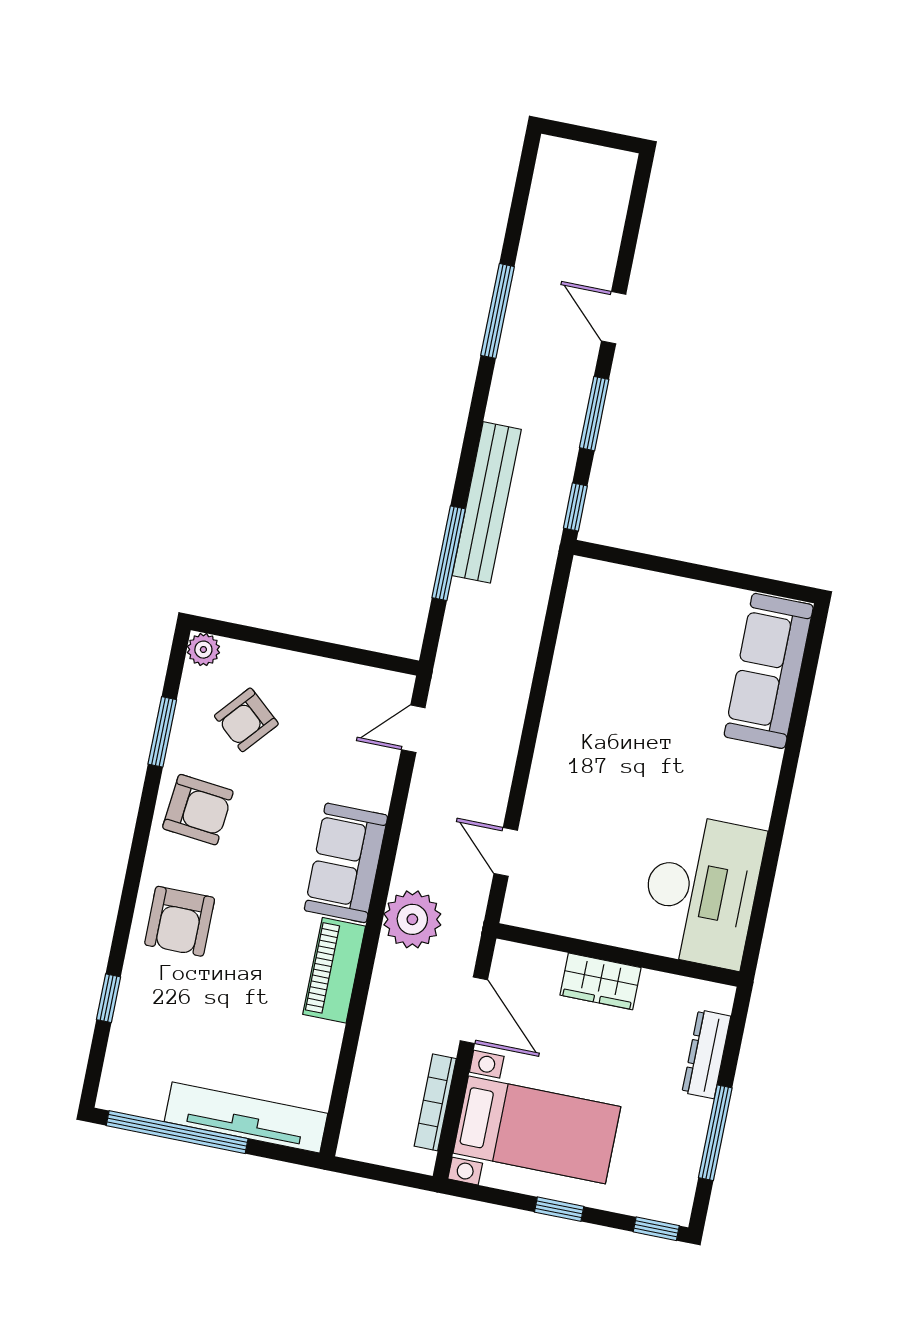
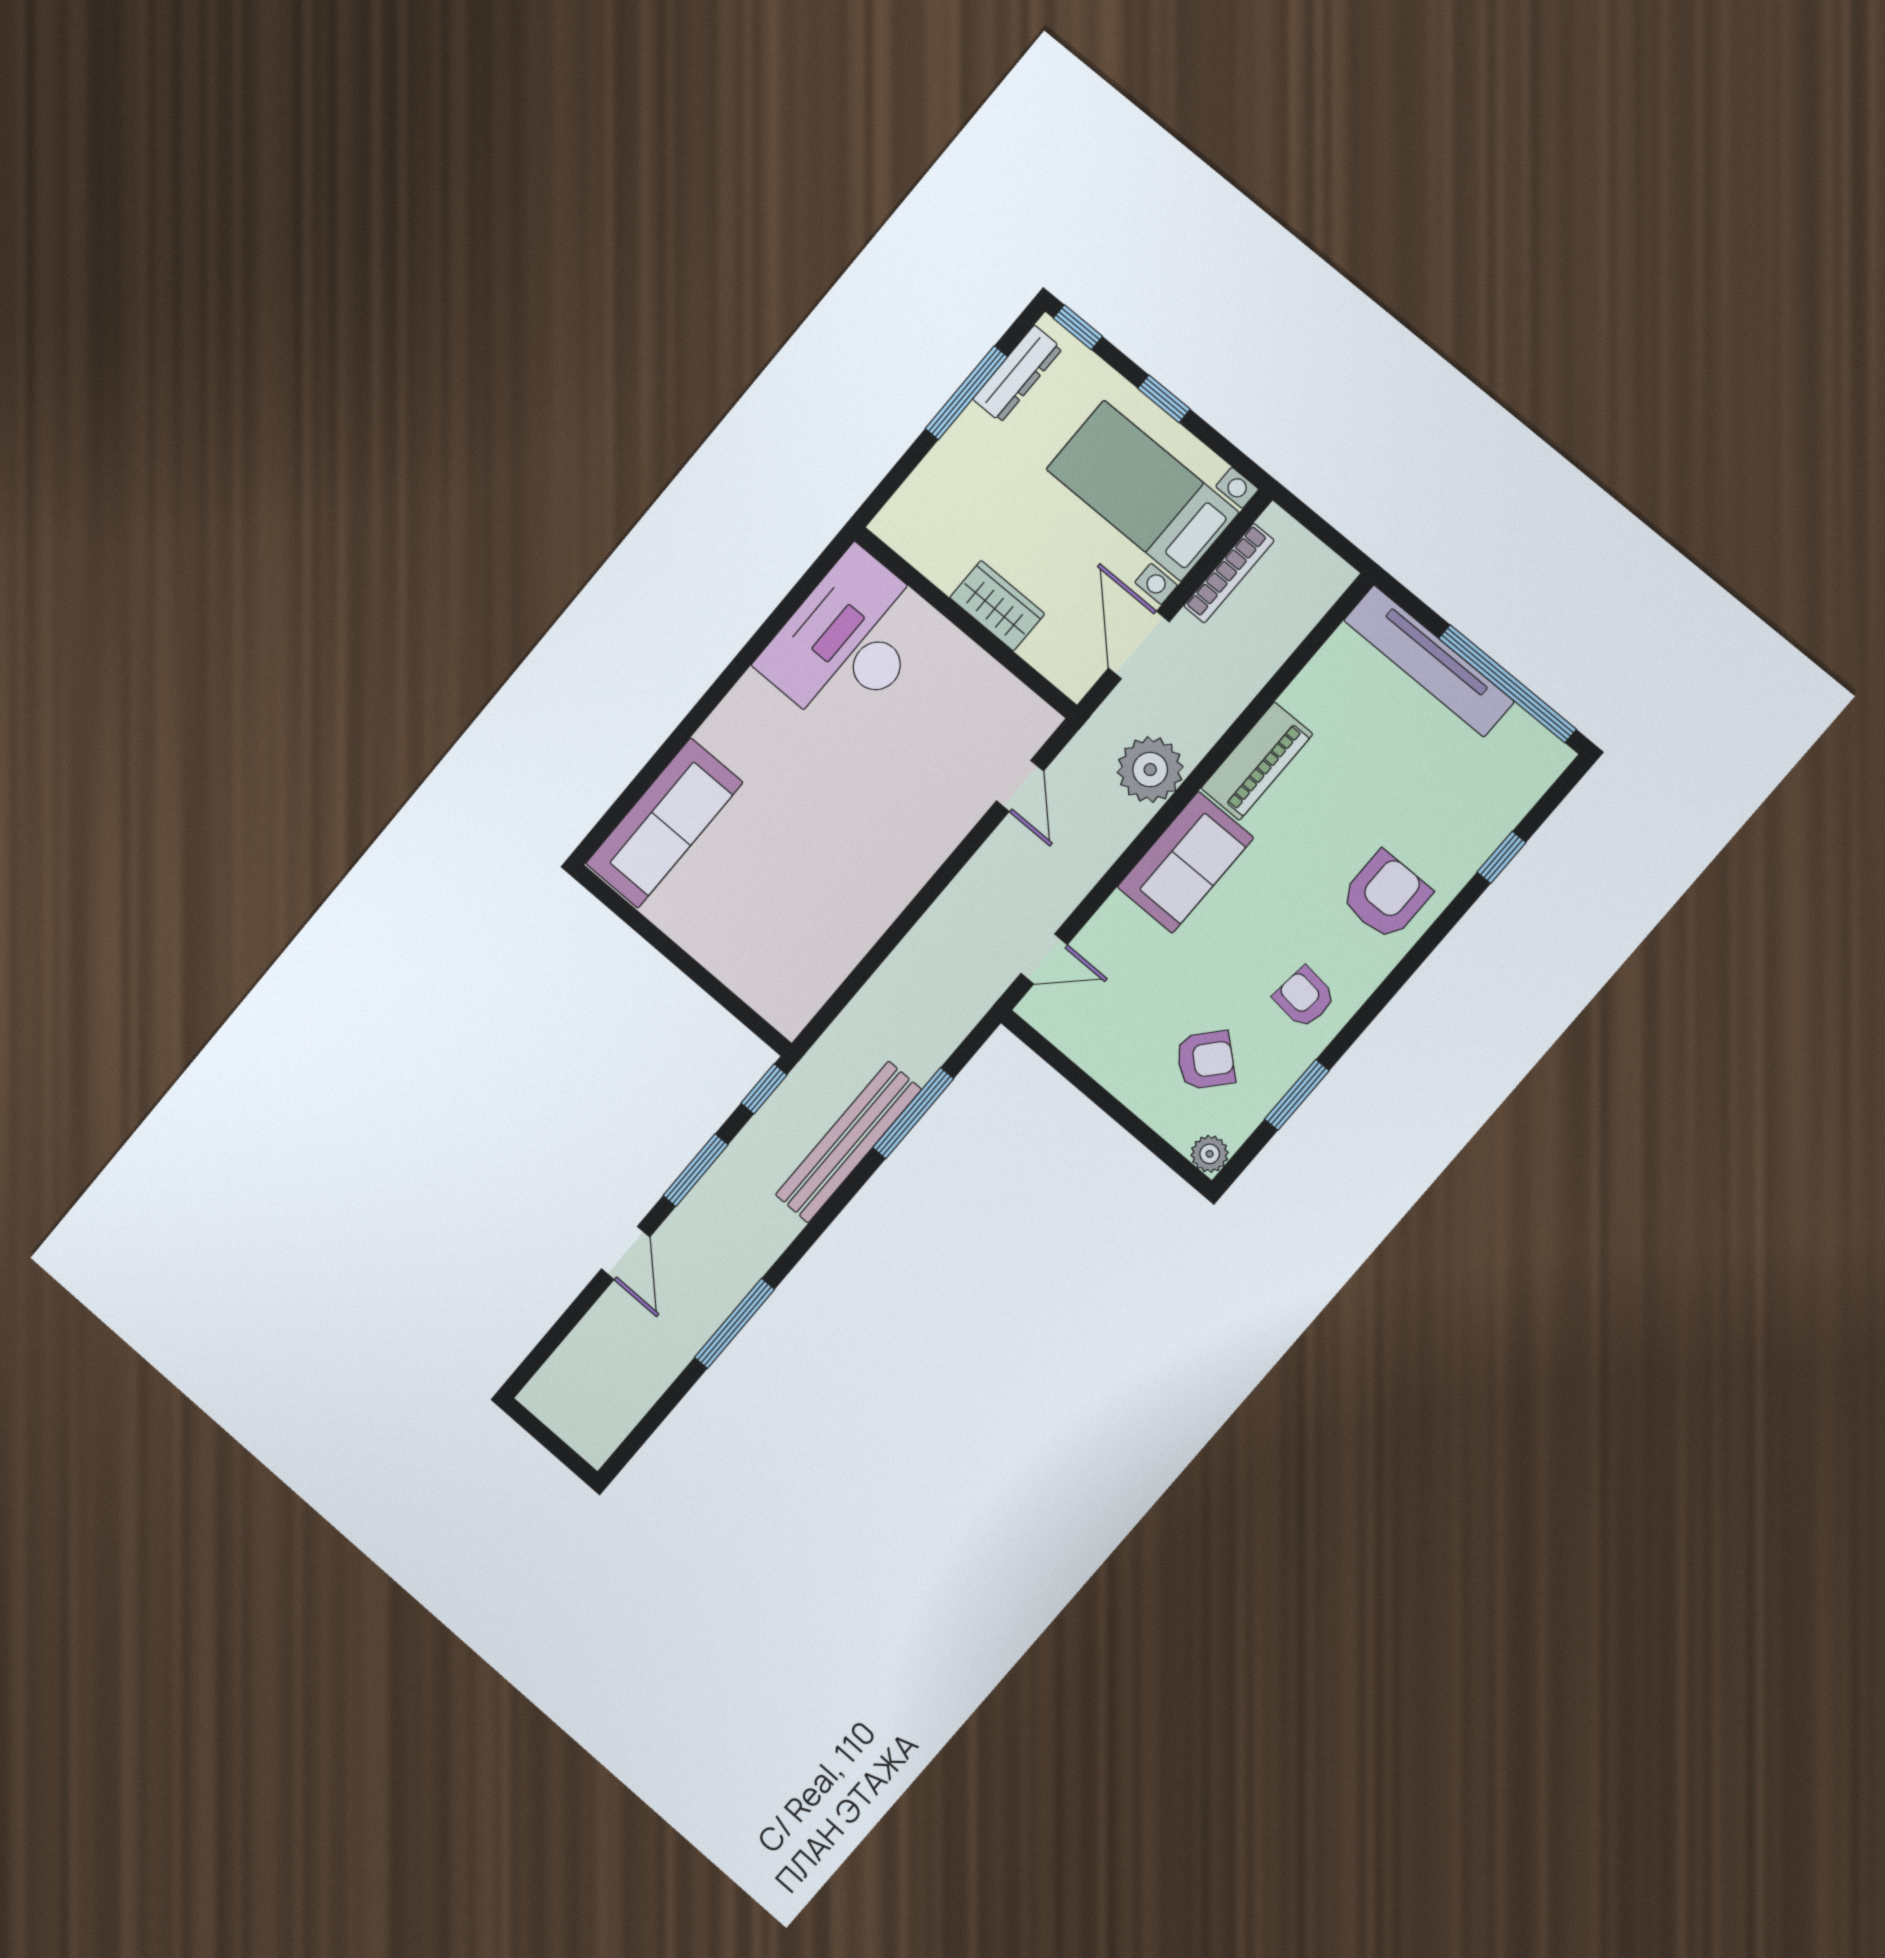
armchair: (198, 810) -> (1304, 997), width x0.72, depth x0.72
dresser: (706, 1054) -> (1017, 374), moved

